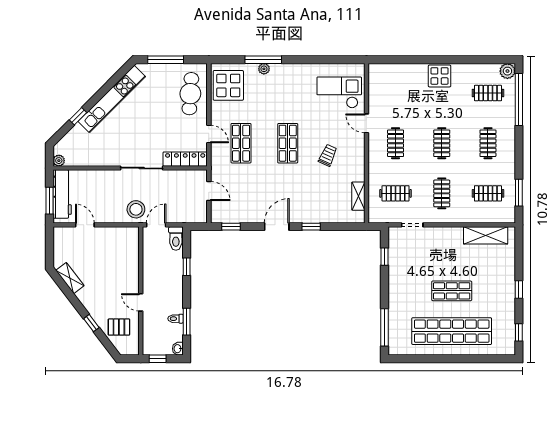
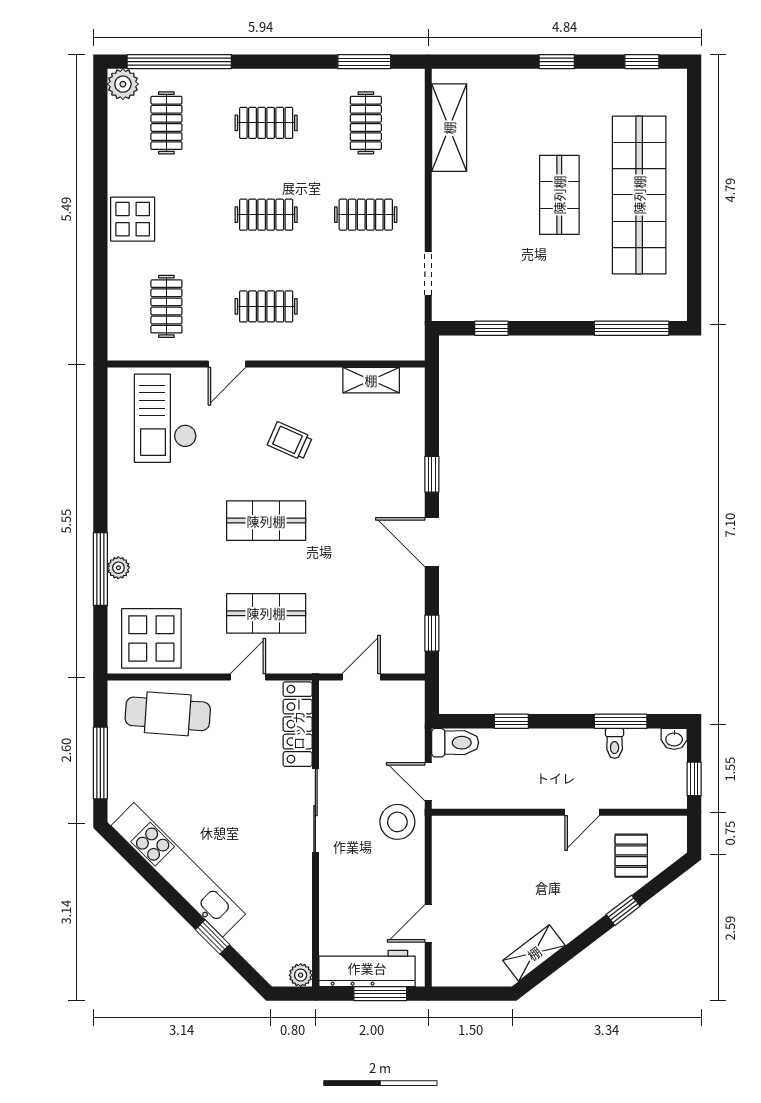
clothes rail: (396, 193) -> (166, 306), moved

